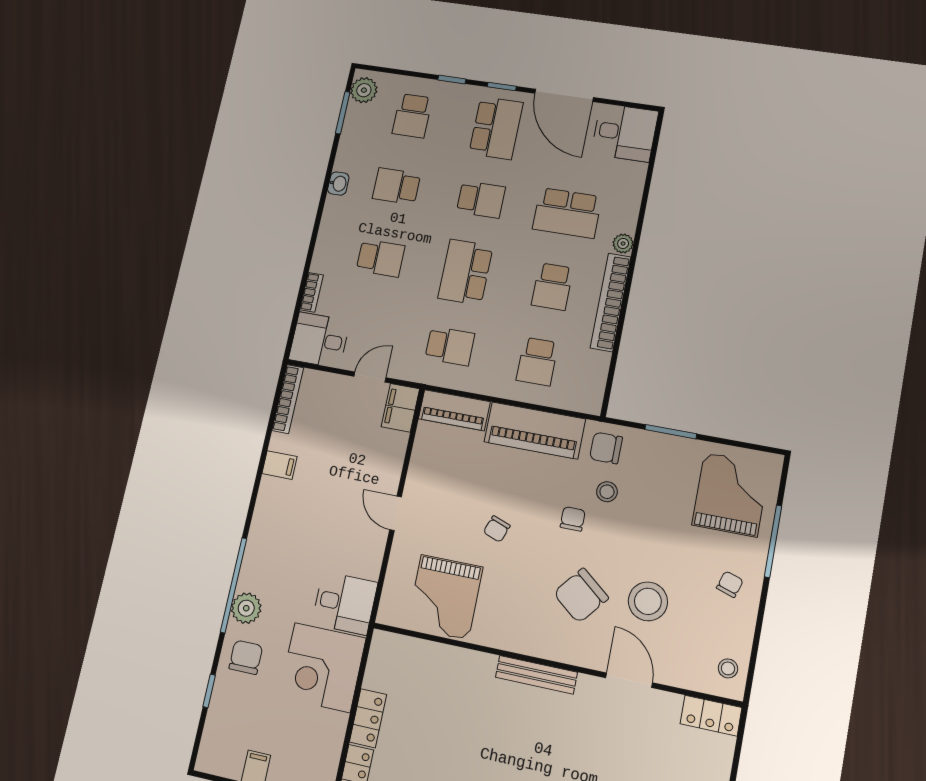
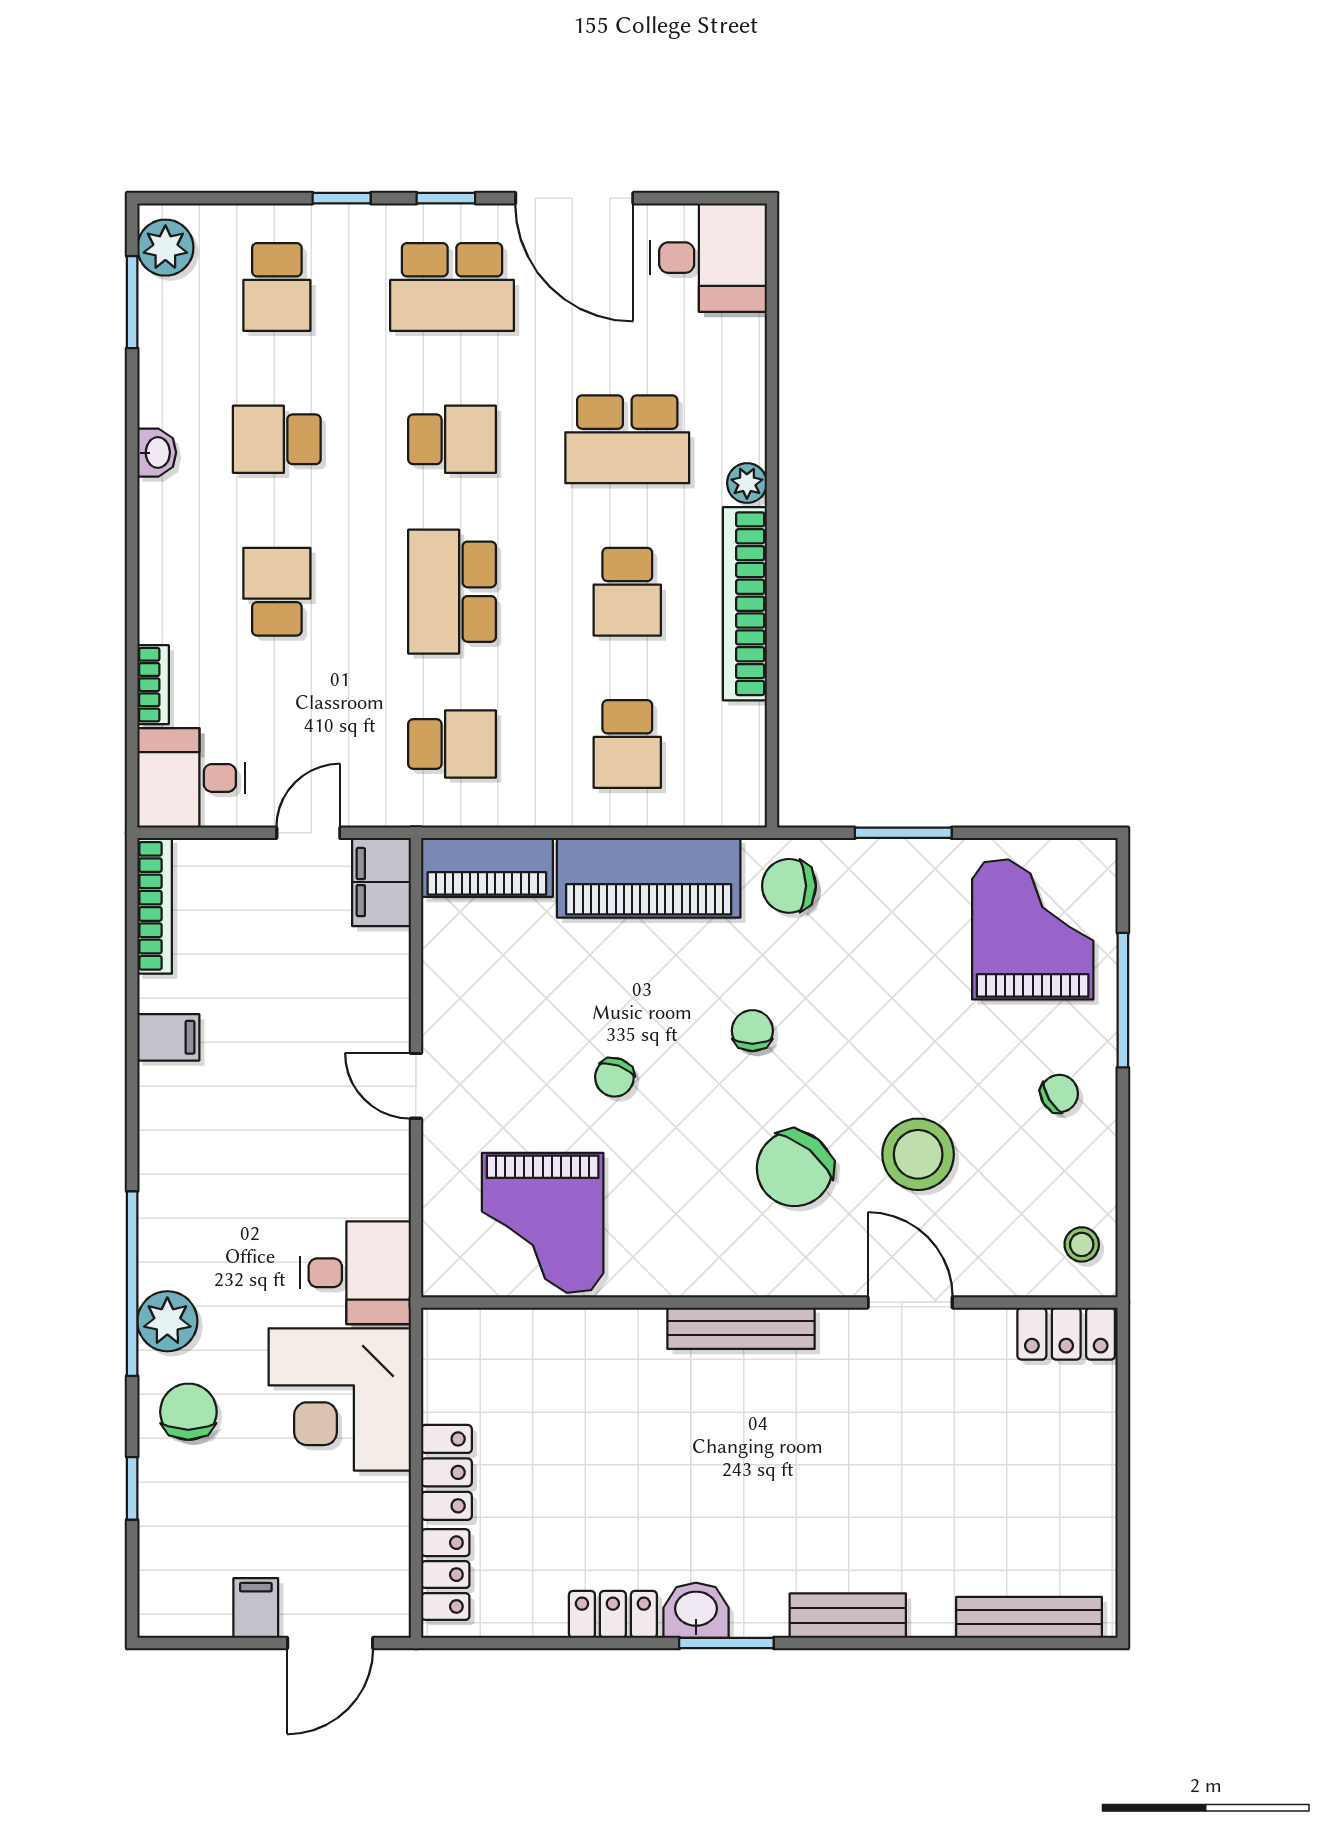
school desk: (496, 128) -> (452, 287), turned 90
school desk: (381, 258) -> (277, 592), turned -90
stool: (607, 492) -> (806, 968), removed
chair: (730, 584) -> (1059, 1094), turned 41

